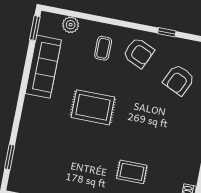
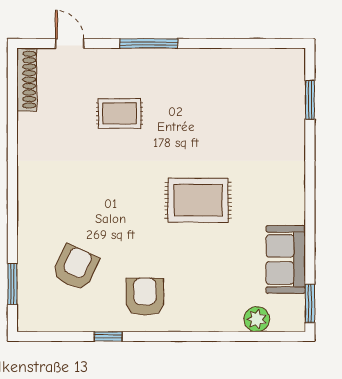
coffee table: (103, 48) -> (200, 293), removed
armchair: (139, 53) -> (145, 297), turned 66
sofa: (43, 67) -> (286, 259), width x0.73

